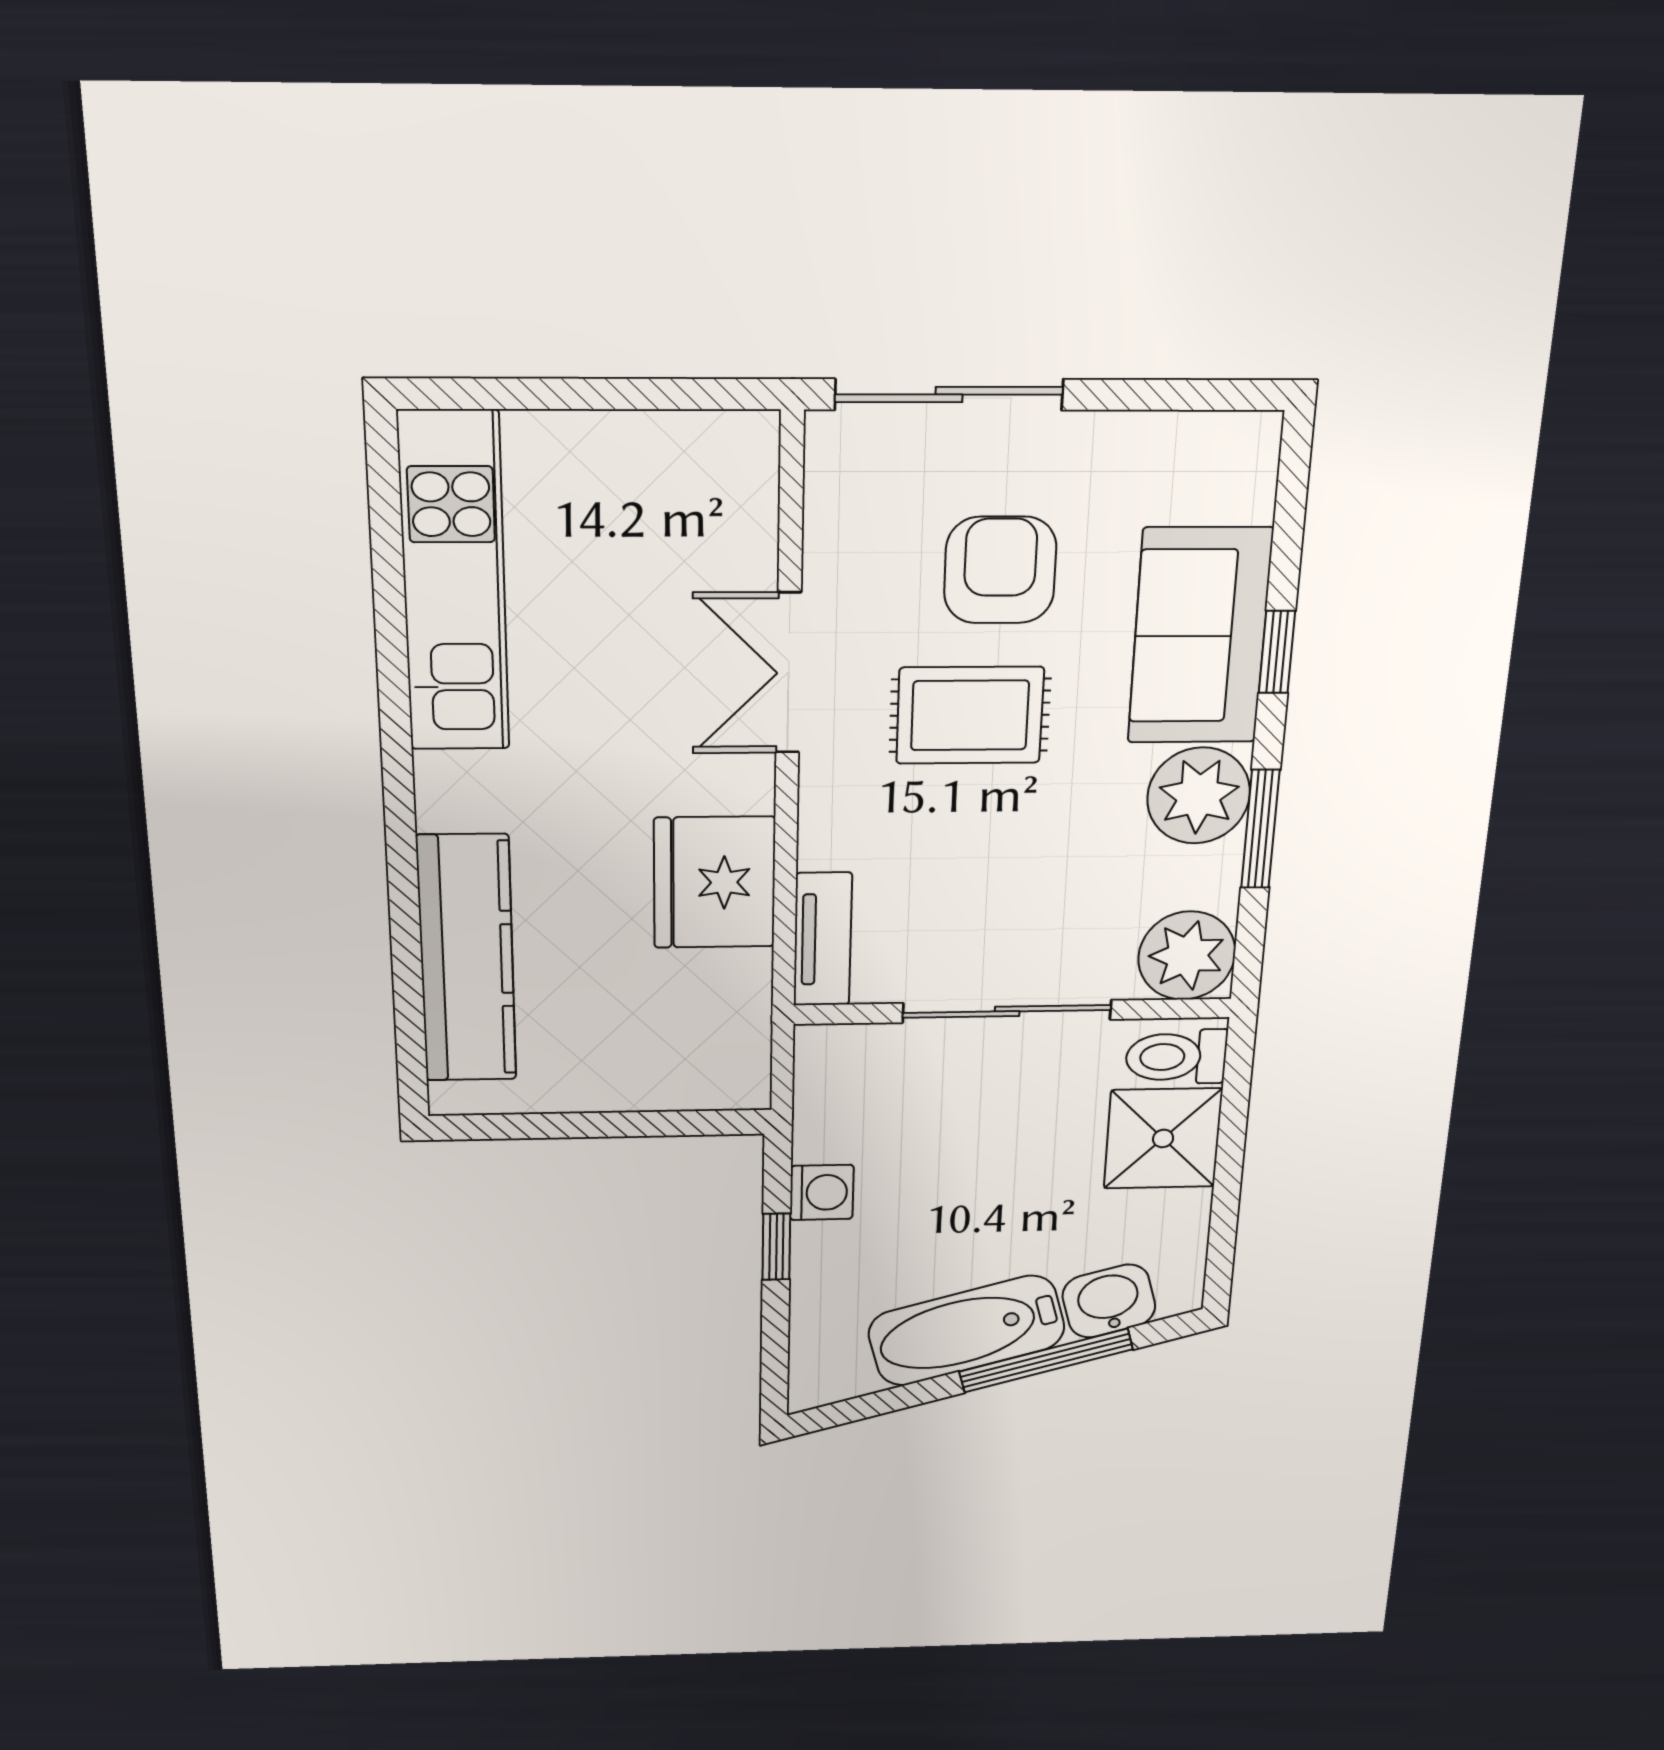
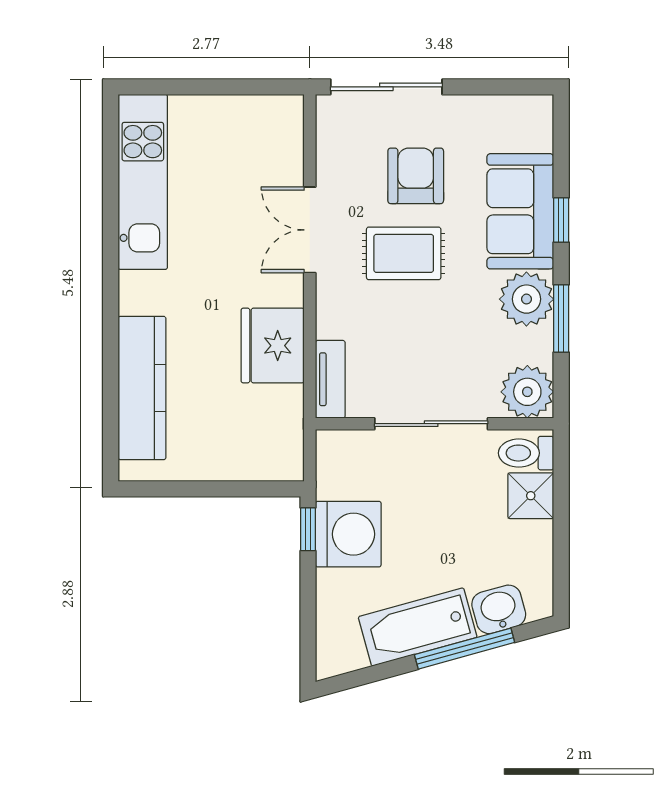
shower: (1163, 1138) -> (531, 496), width x0.73, depth x0.73
washing machine: (822, 1192) -> (348, 534), width x1.89, depth x1.89
window: (776, 1247) -> (308, 529), moved

